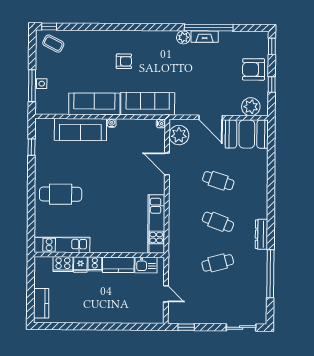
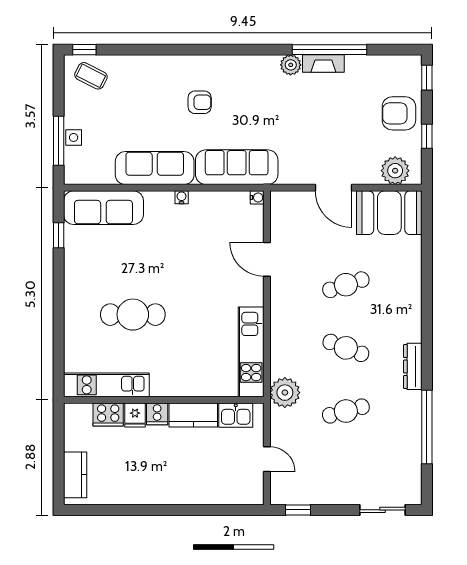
sofa: (80, 130) -> (103, 208), moved
plant: (179, 135) -> (285, 393), moved
cafe table: (218, 181) -> (346, 285), turned -36
cafe table: (61, 194) -> (133, 315), moved

